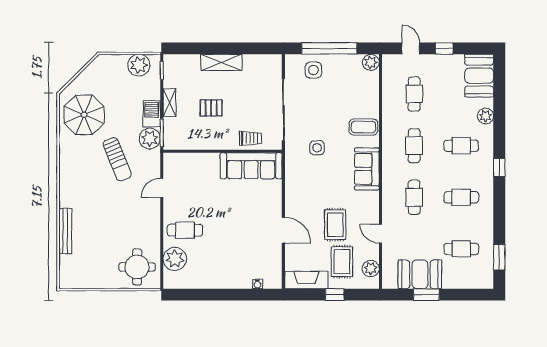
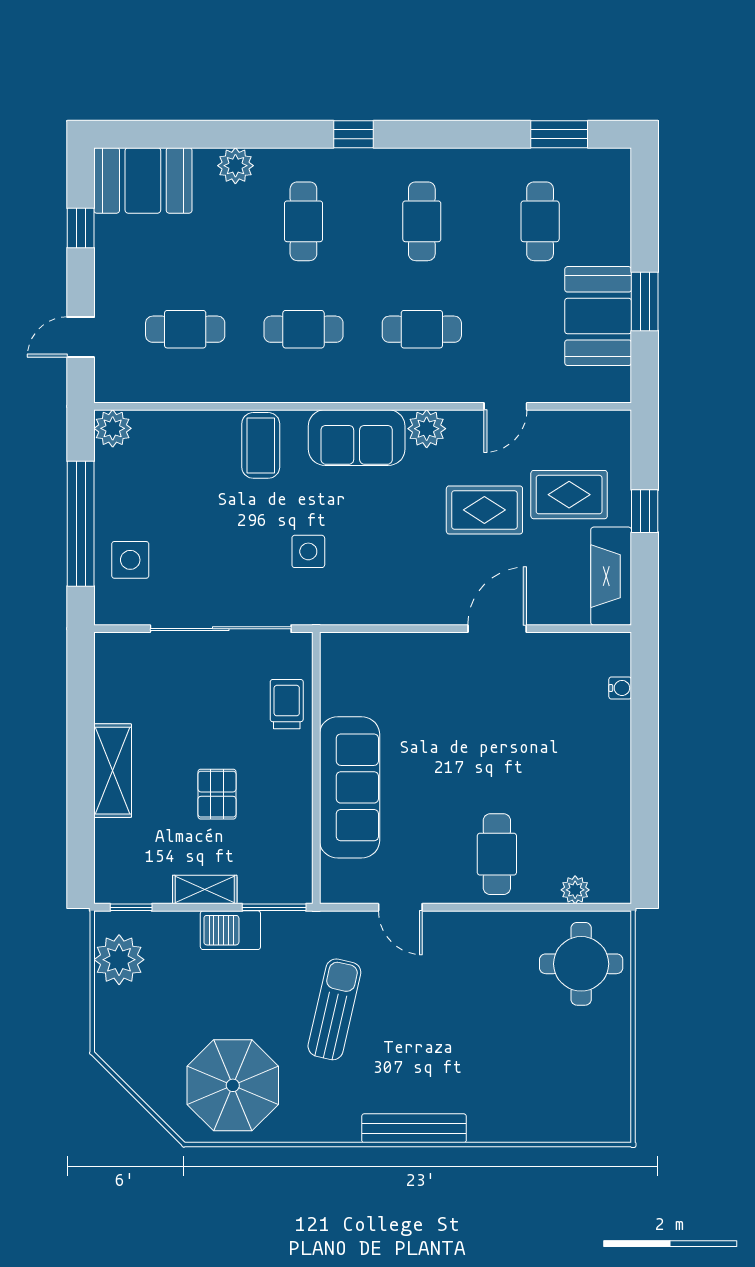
window: (444, 48) -> (81, 228), moved
plant: (150, 139) -> (287, 935), removed
sun lounger: (117, 159) -> (334, 1009), turned -55
sofa: (251, 166) -> (350, 787), moved
bench: (65, 231) -> (414, 1128), moved
plant: (175, 259) -> (575, 890), width x0.53, depth x0.53
plant: (371, 268) -> (427, 429), moved

